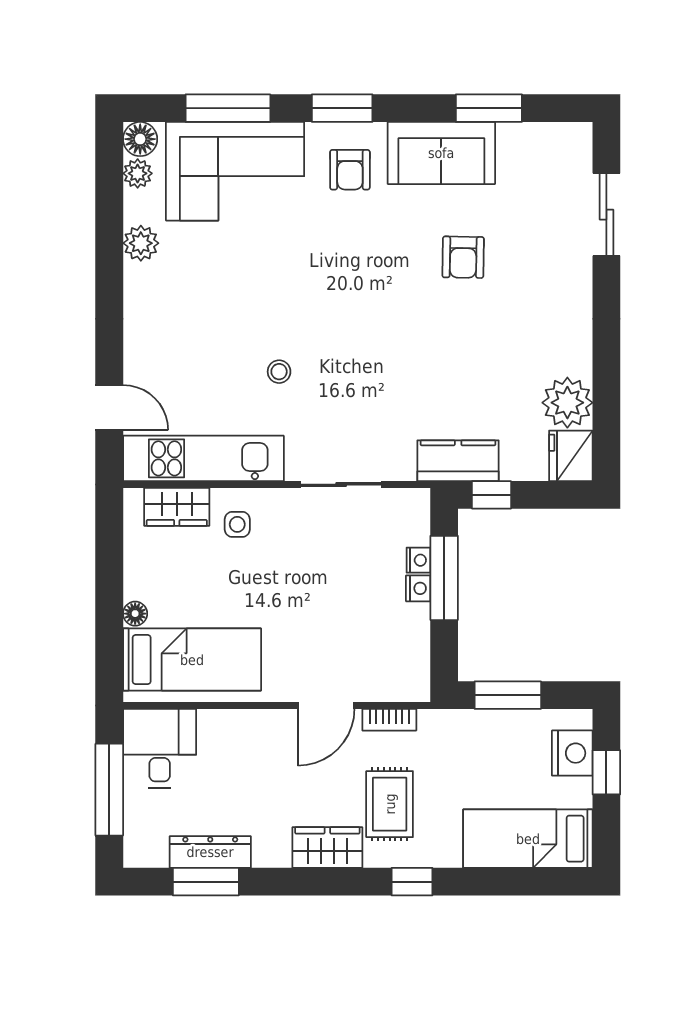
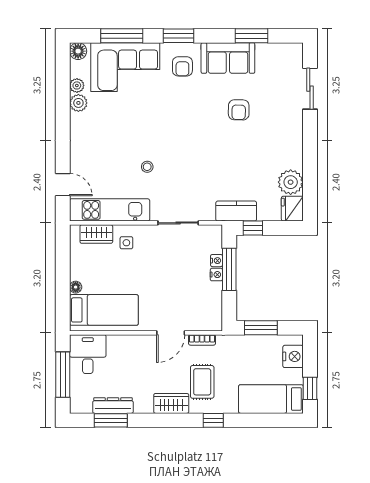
plant: (138, 173) -> (77, 85), moved
window: (606, 772) -> (310, 388), moved

